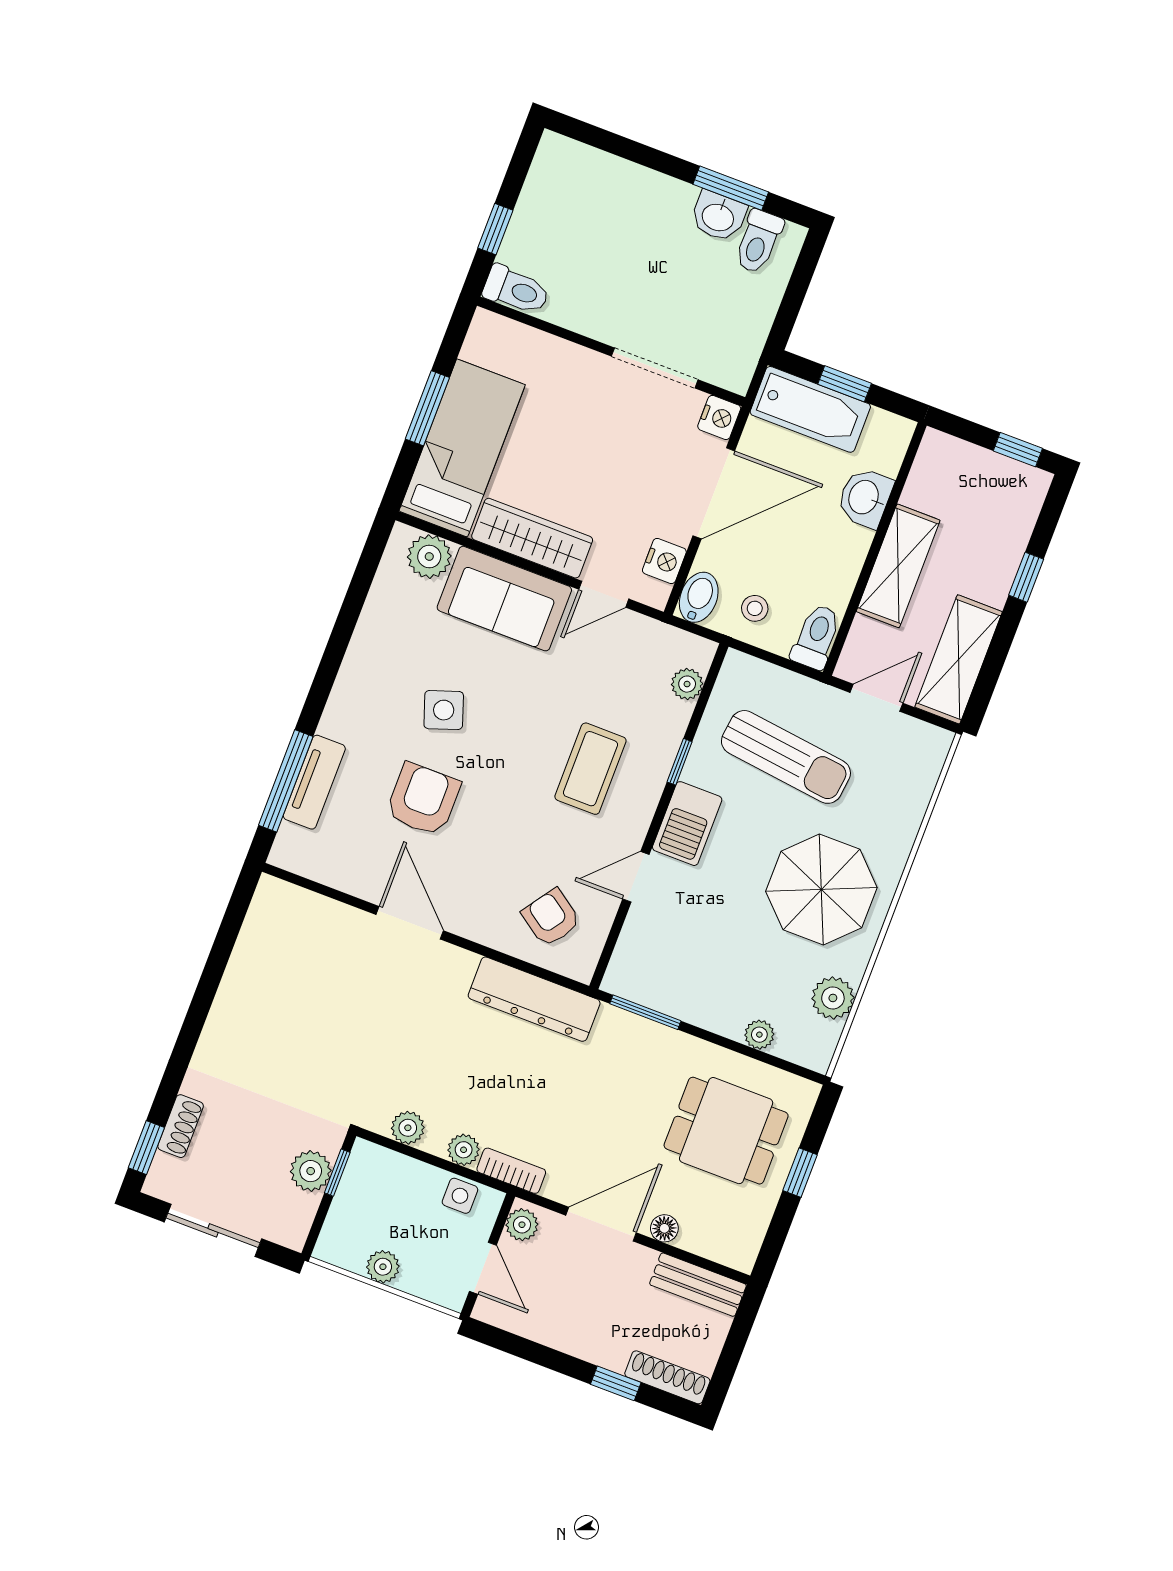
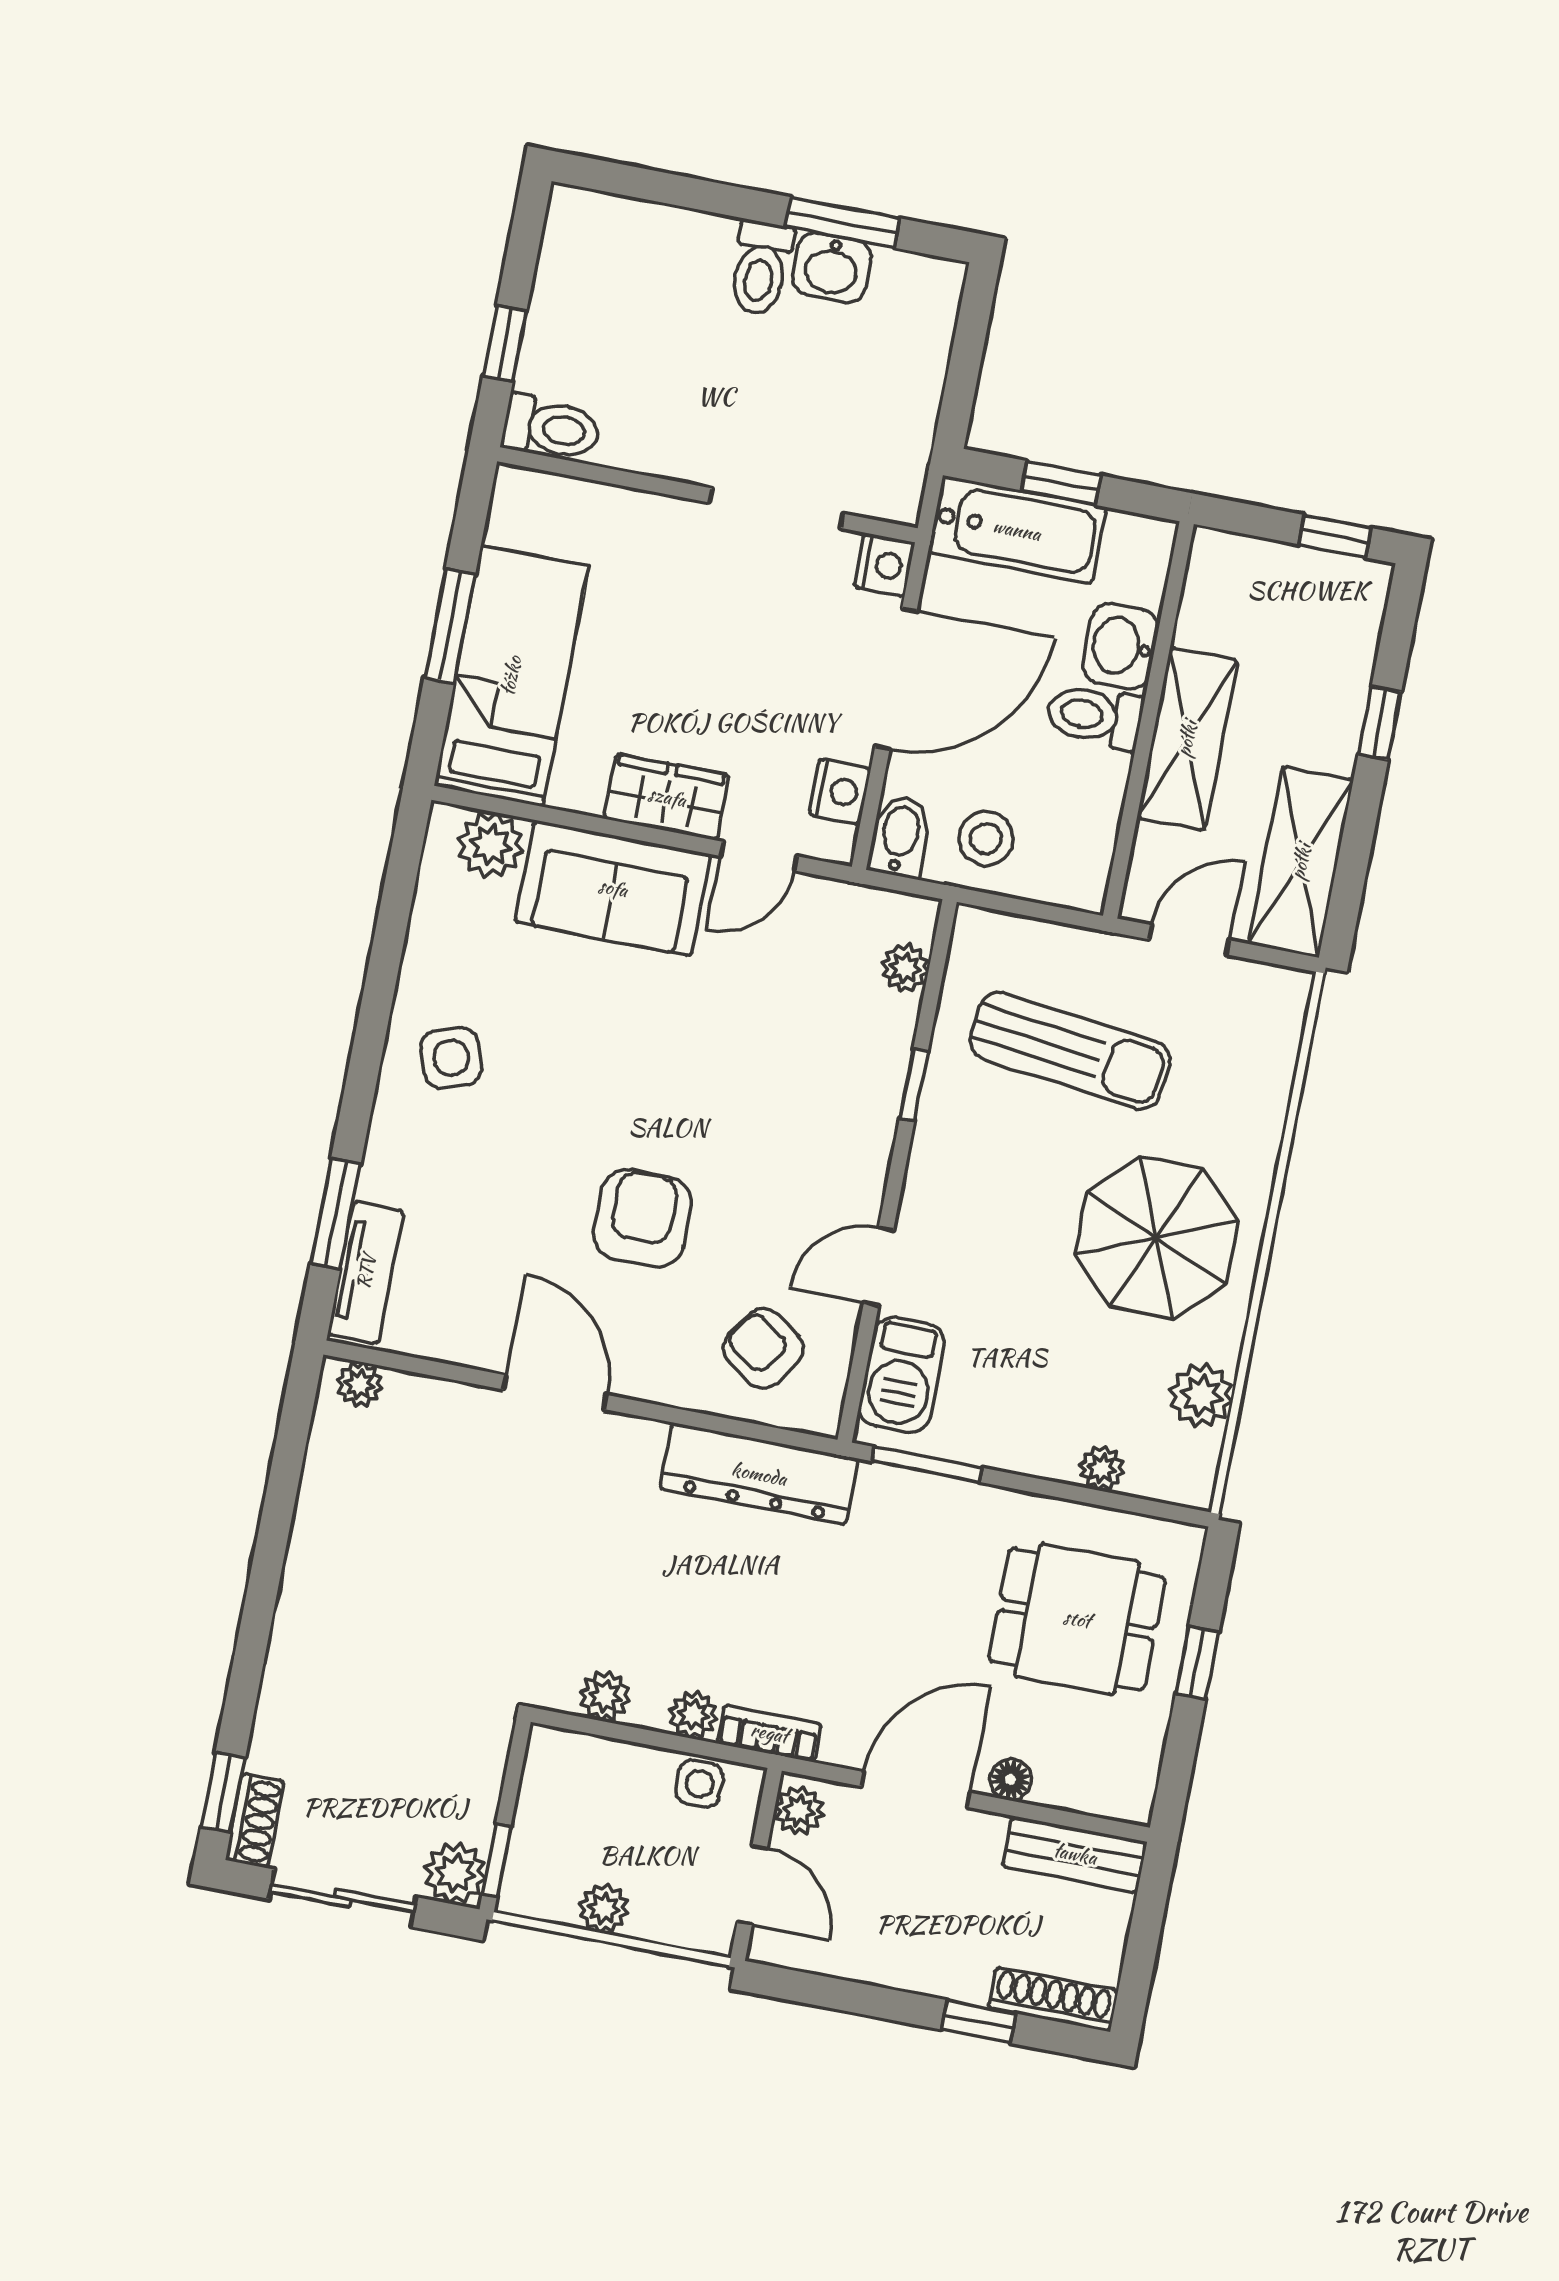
toilet: (758, 242) -> (761, 268), moved
wardrobe: (532, 538) -> (667, 797), width x0.67
stool: (755, 608) -> (986, 839), width x1.37, depth x1.37
toilet: (816, 637) -> (1095, 716), moved, turned -90
side table: (444, 710) -> (451, 1058), moved
coffee table: (590, 769) -> (784, 1118), removed
window: (286, 781) -> (336, 1214), width x0.69
tv unit: (314, 782) -> (366, 1272), moved
armchair: (423, 799) -> (642, 1218), moved
barbecue: (687, 824) -> (902, 1375), moved
plant: (282, 895) -> (359, 1384), added
shoe rack: (181, 1126) -> (255, 1820), moved
plant: (311, 1171) -> (455, 1873), moved
window: (337, 1173) -> (496, 1861), moved

